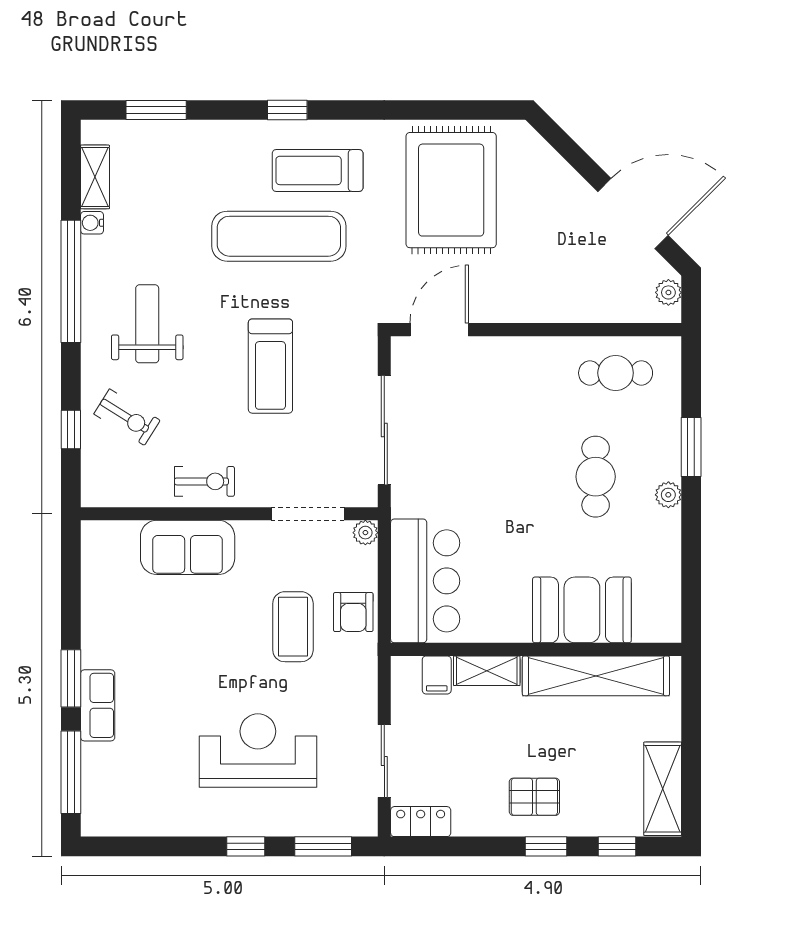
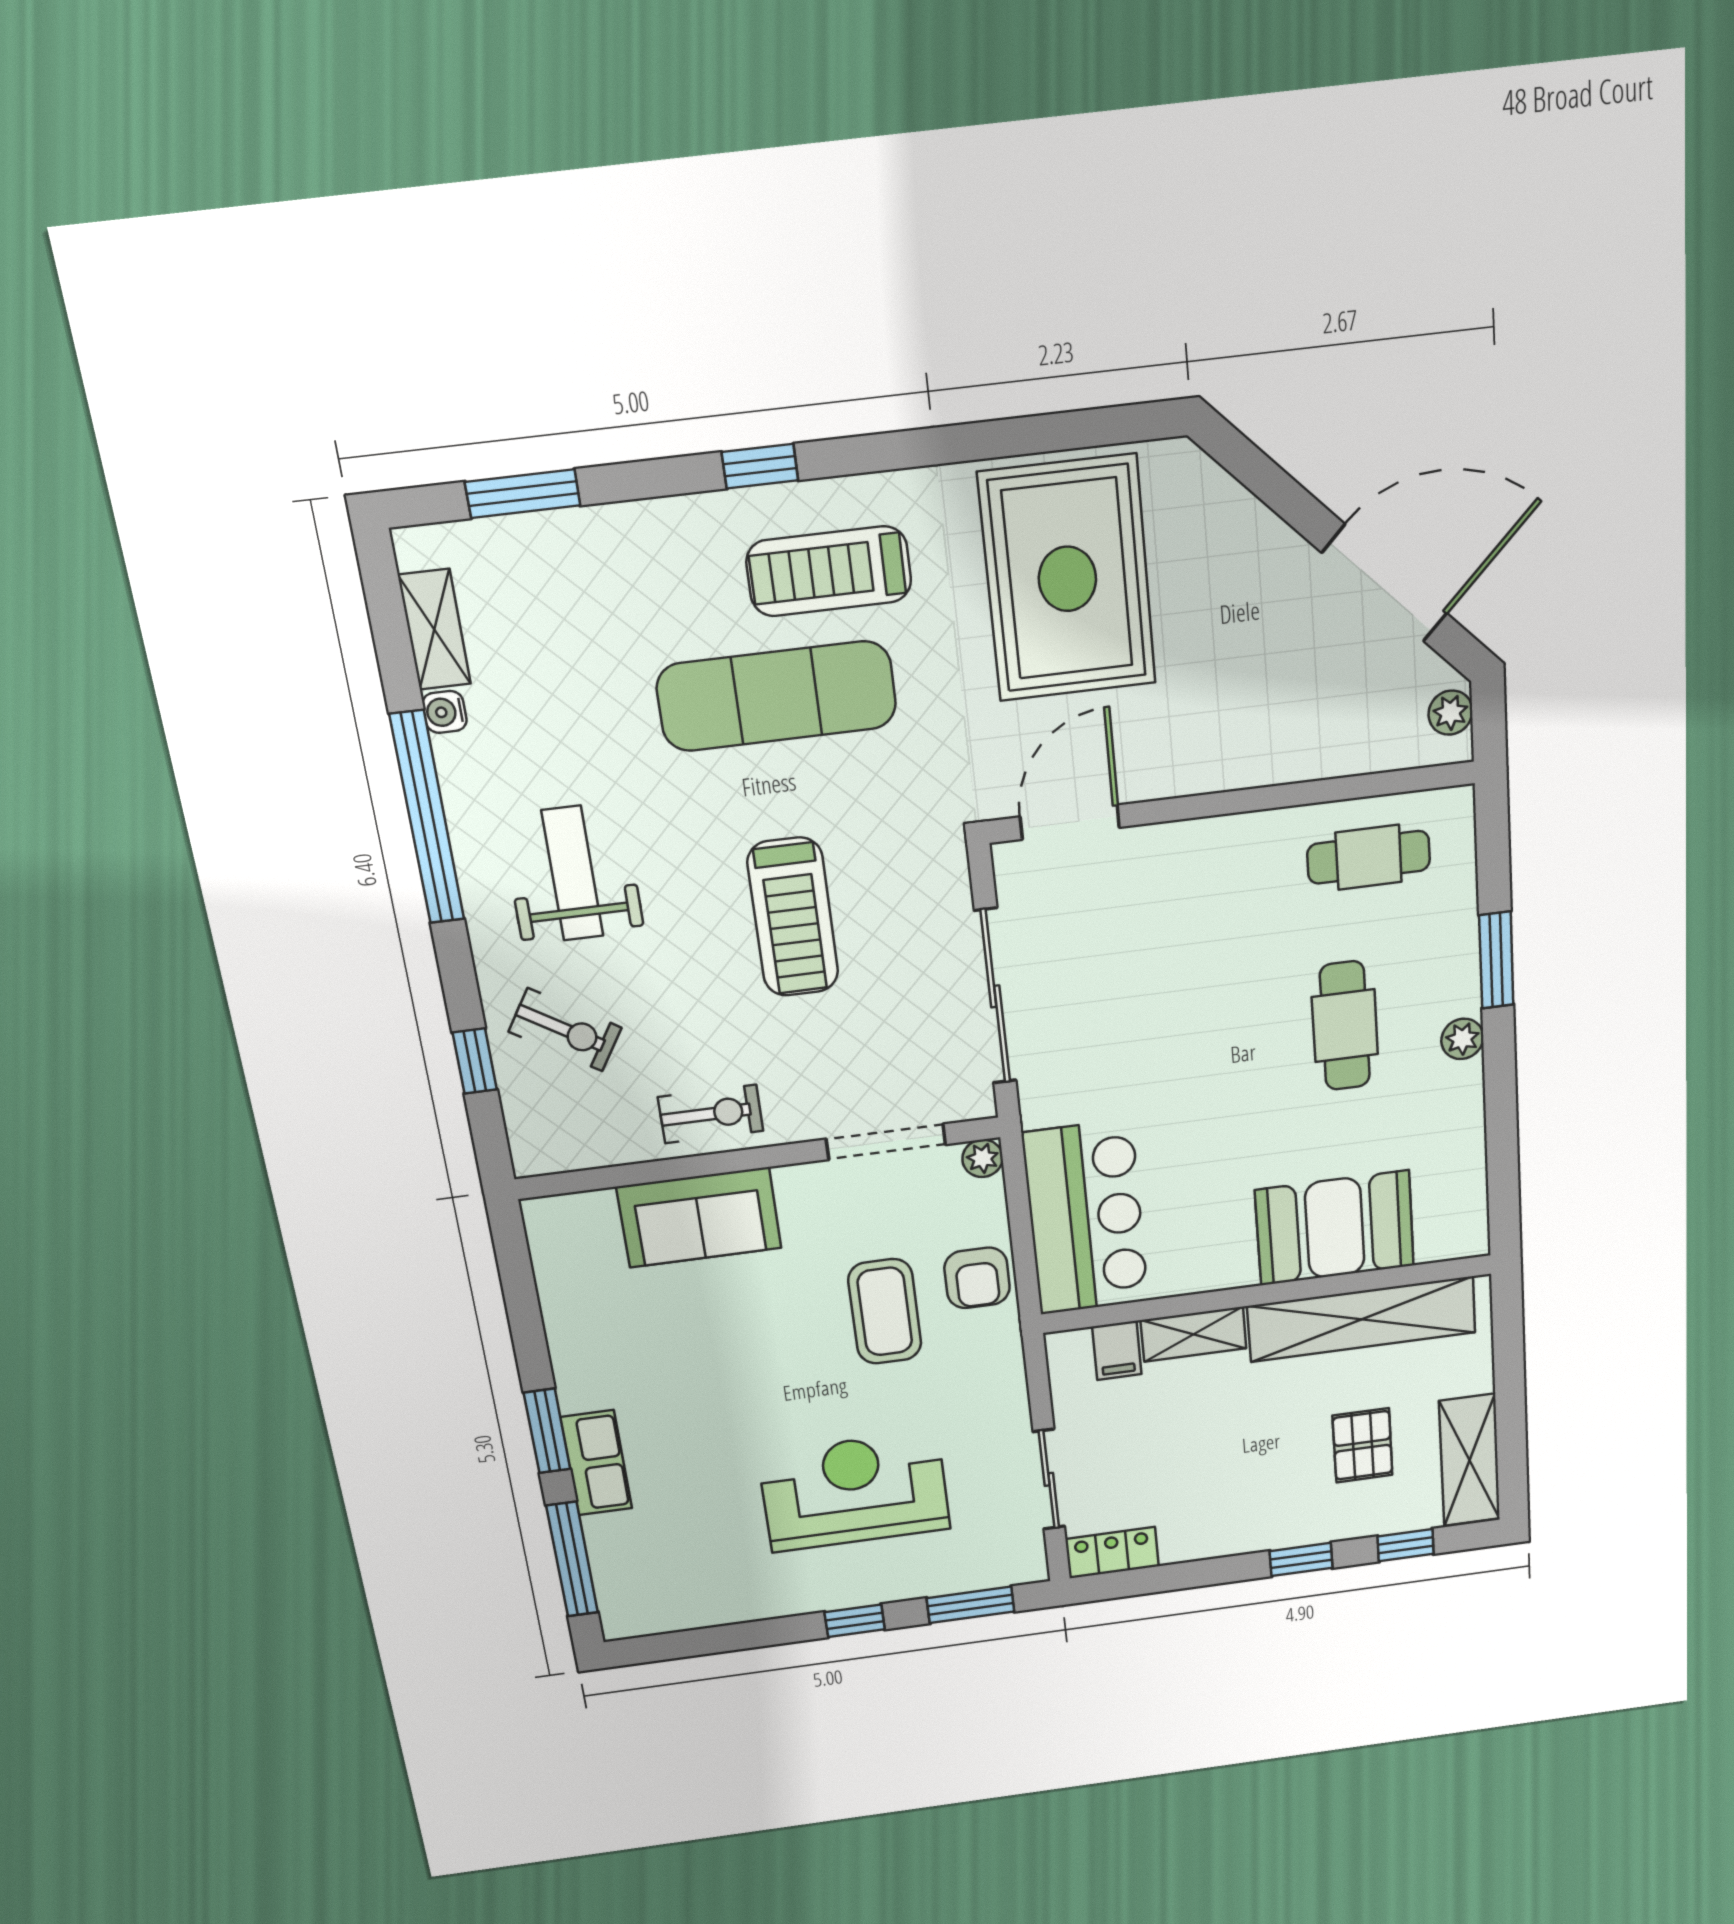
pallet: (534, 797) -> (1363, 1445), moved, turned 90

